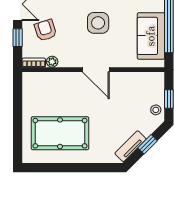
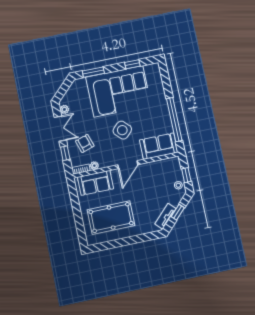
side table: (98, 23) -> (122, 130), turned 45
sofa: (151, 36) -> (159, 146), moved, turned 90
door: (96, 70) -> (128, 165), hinge flipped
sofa: (49, 84) -> (95, 183), added

